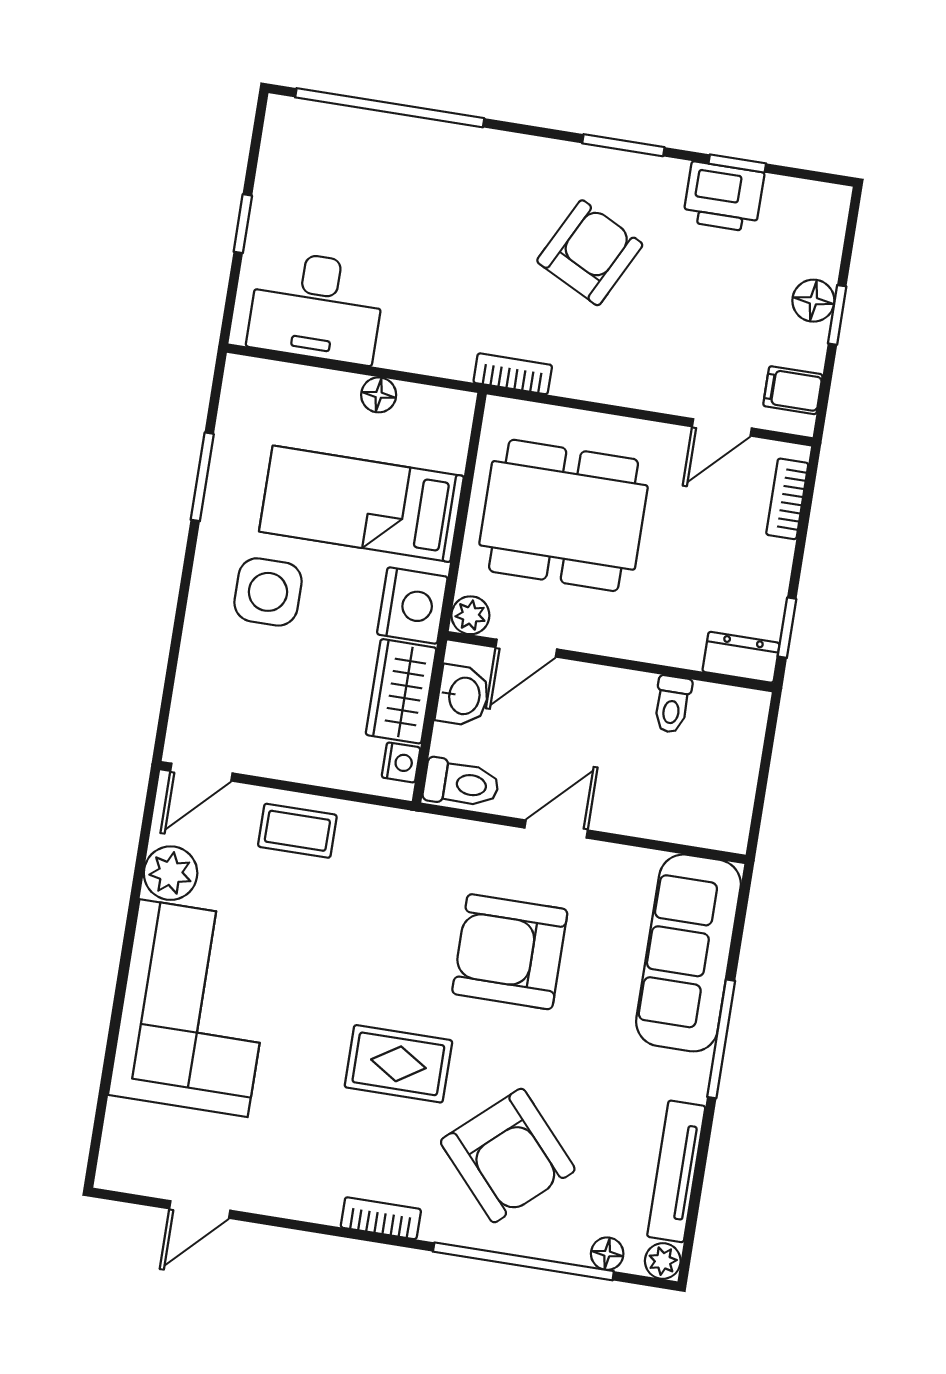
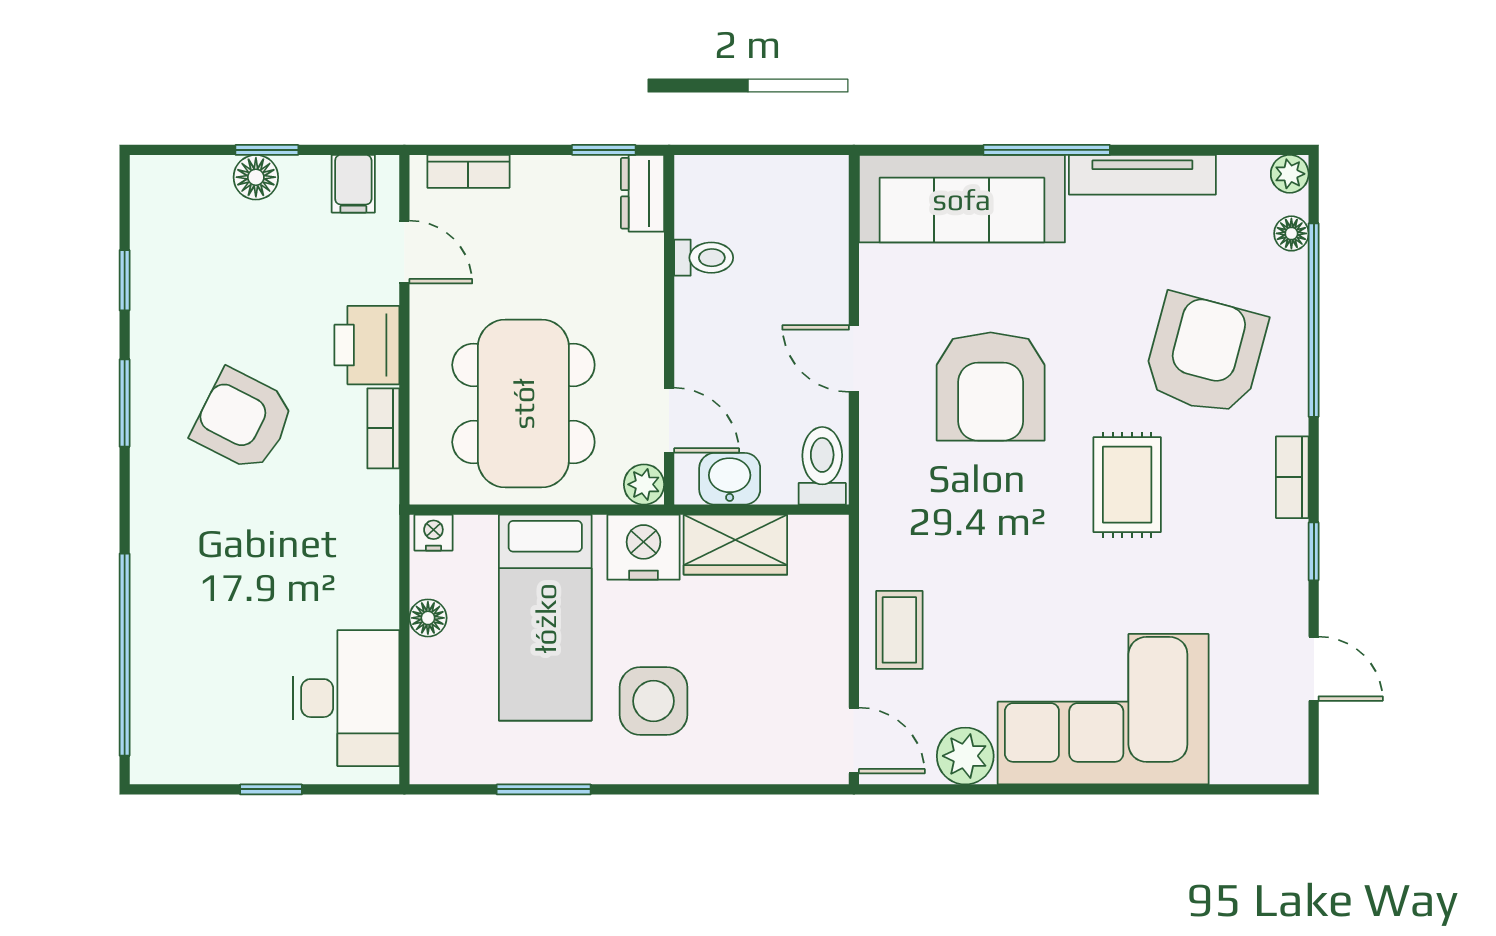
printer: (724, 197) -> (367, 345), moved, turned 180
bookcase: (513, 374) -> (383, 428), moved
nightstand: (401, 762) -> (433, 533), moved
armchair: (508, 1156) -> (1205, 354), turned -33
tv unit: (676, 1171) -> (1142, 175), moved
window: (309, 1227) -> (1314, 551), added

